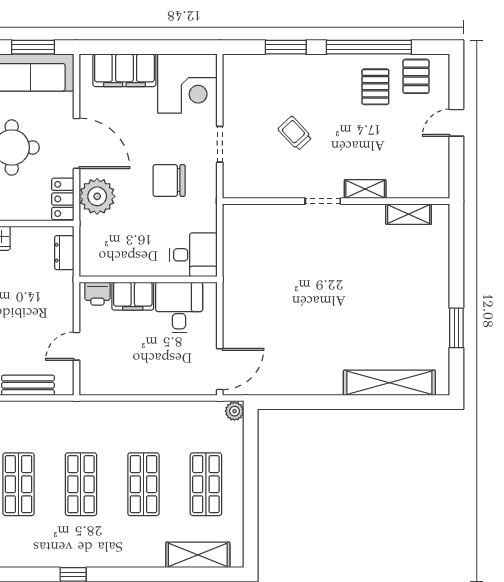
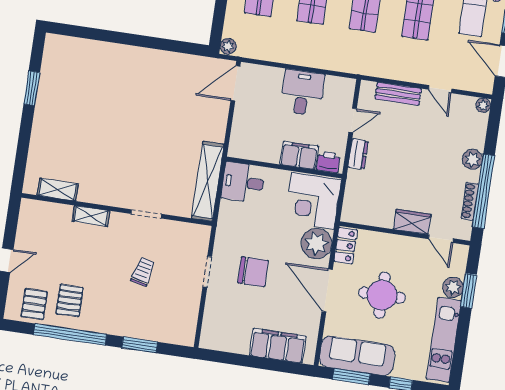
corner desk: (187, 84) -> (313, 201), moved, turned -90
trolley: (295, 133) -> (143, 272), turned -124
chair: (169, 180) -> (253, 272), moved
doorway: (323, 201) -> (146, 214), moved
dresser: (64, 253) -> (358, 154), moved
desk: (179, 307) -> (302, 93), moved, turned 180
shelving: (389, 383) -> (208, 181), moved, turned 90

